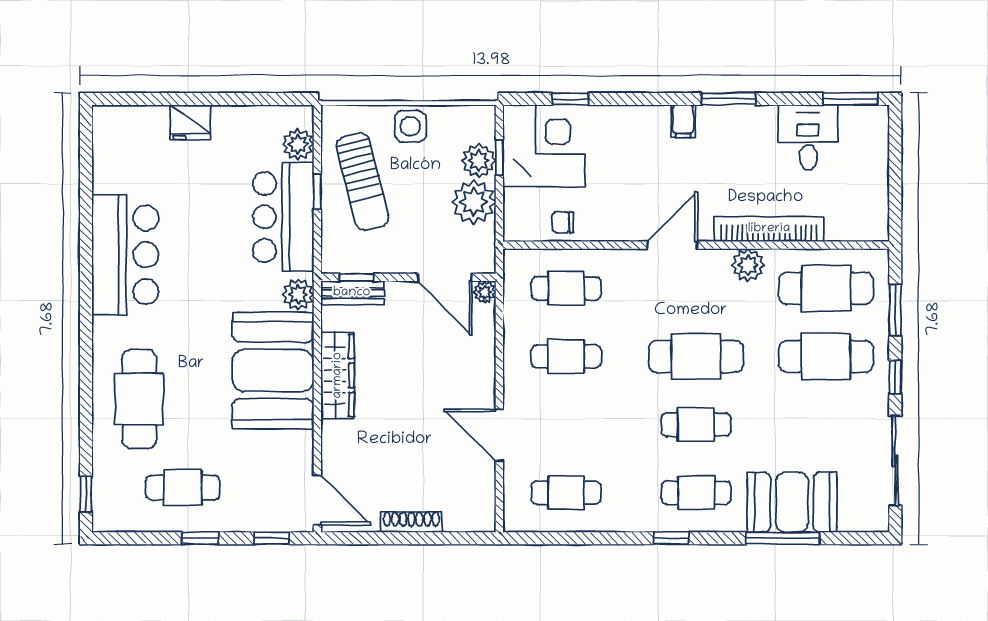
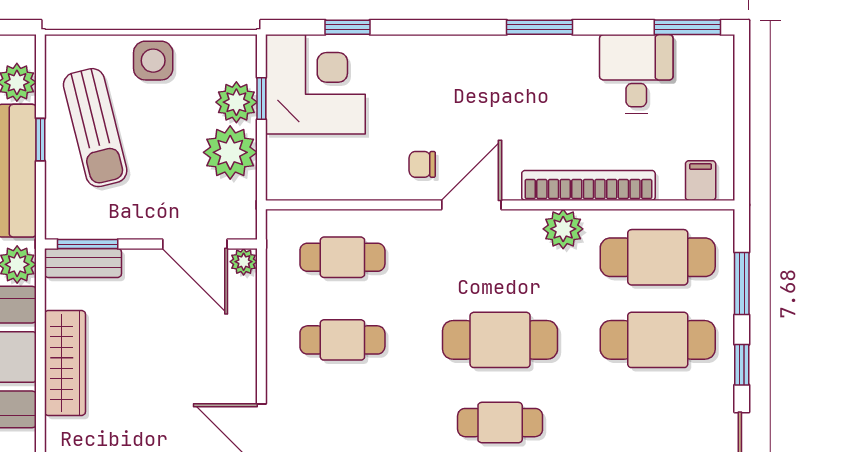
filing cabinet: (683, 121) -> (701, 181), moved, turned 180
chair: (563, 222) -> (422, 164), moved
window: (356, 277) -> (88, 244), width x1.50

